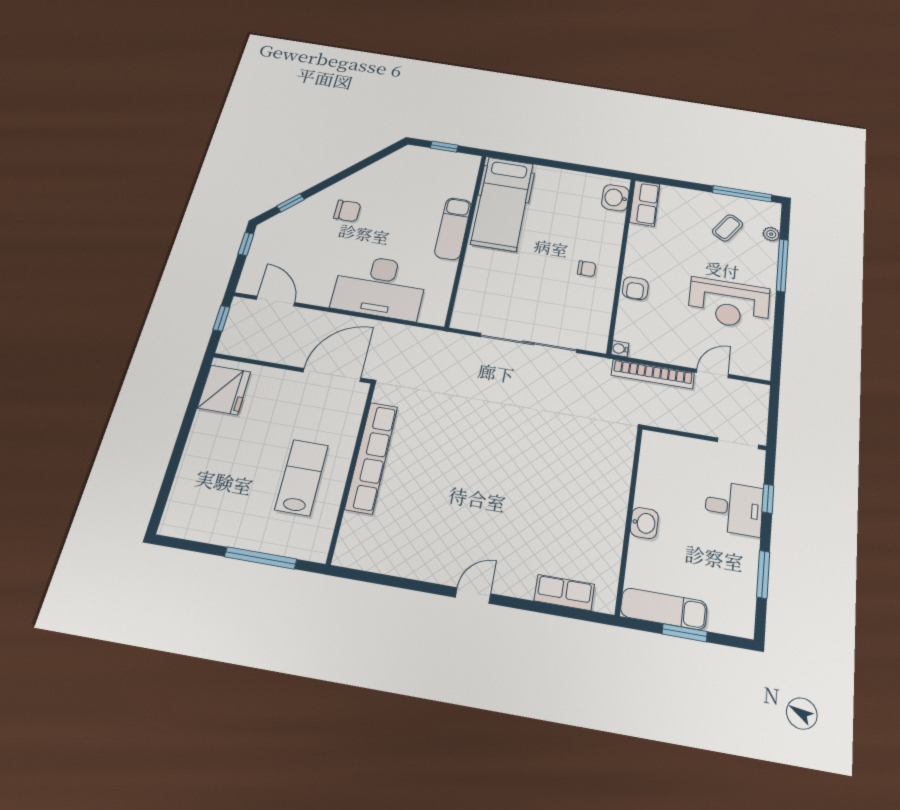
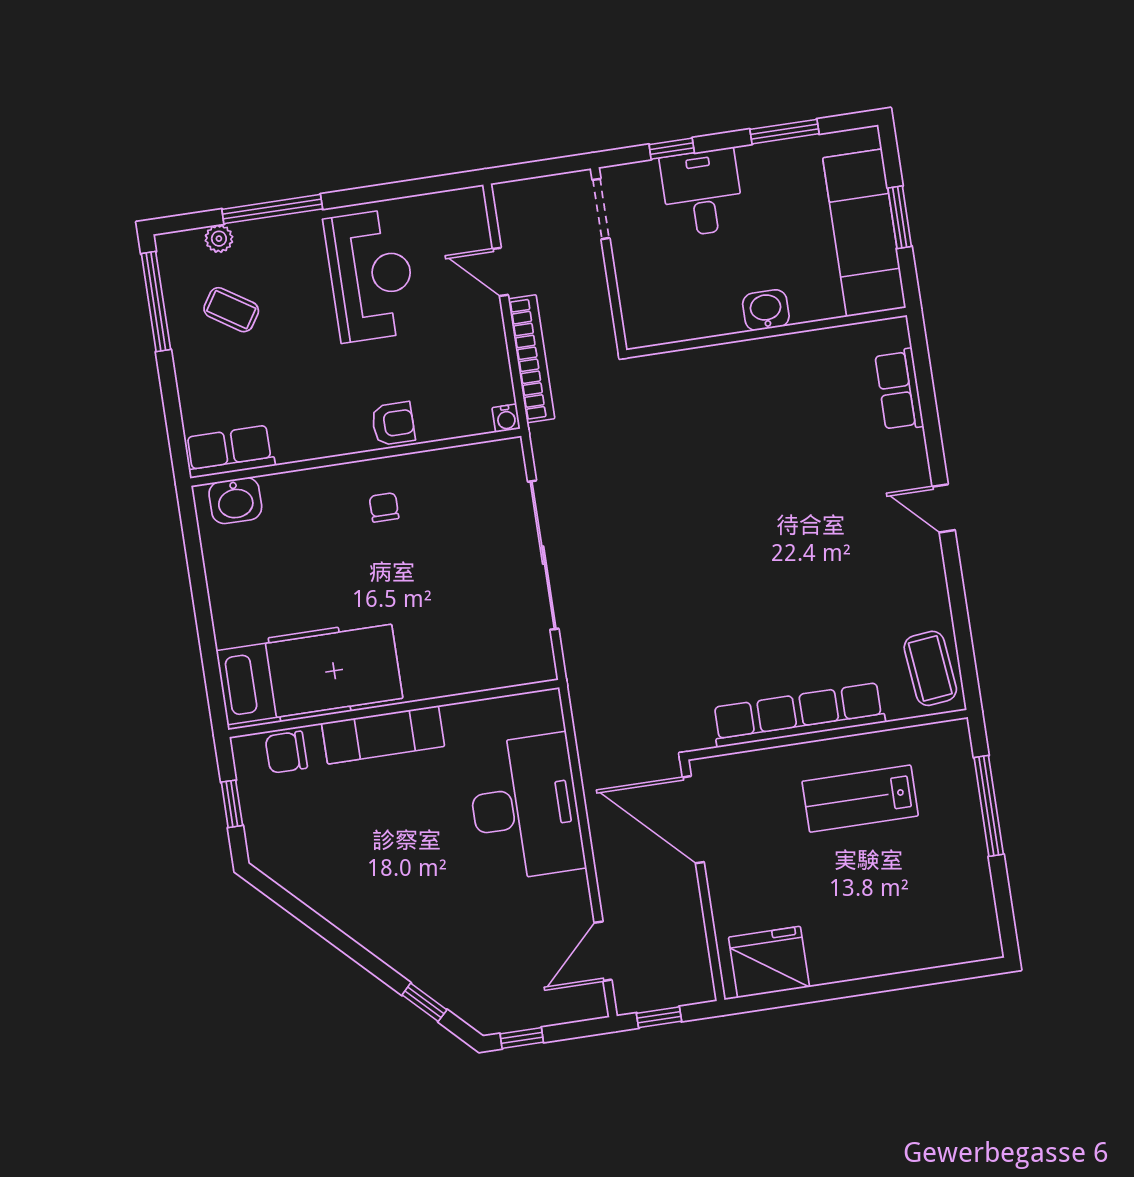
chair: (347, 211) -> (286, 752), moved, turned -90
coffee table: (368, 550) -> (930, 668), added
exam couch: (664, 609) -> (864, 233), width x1.36, depth x1.45

